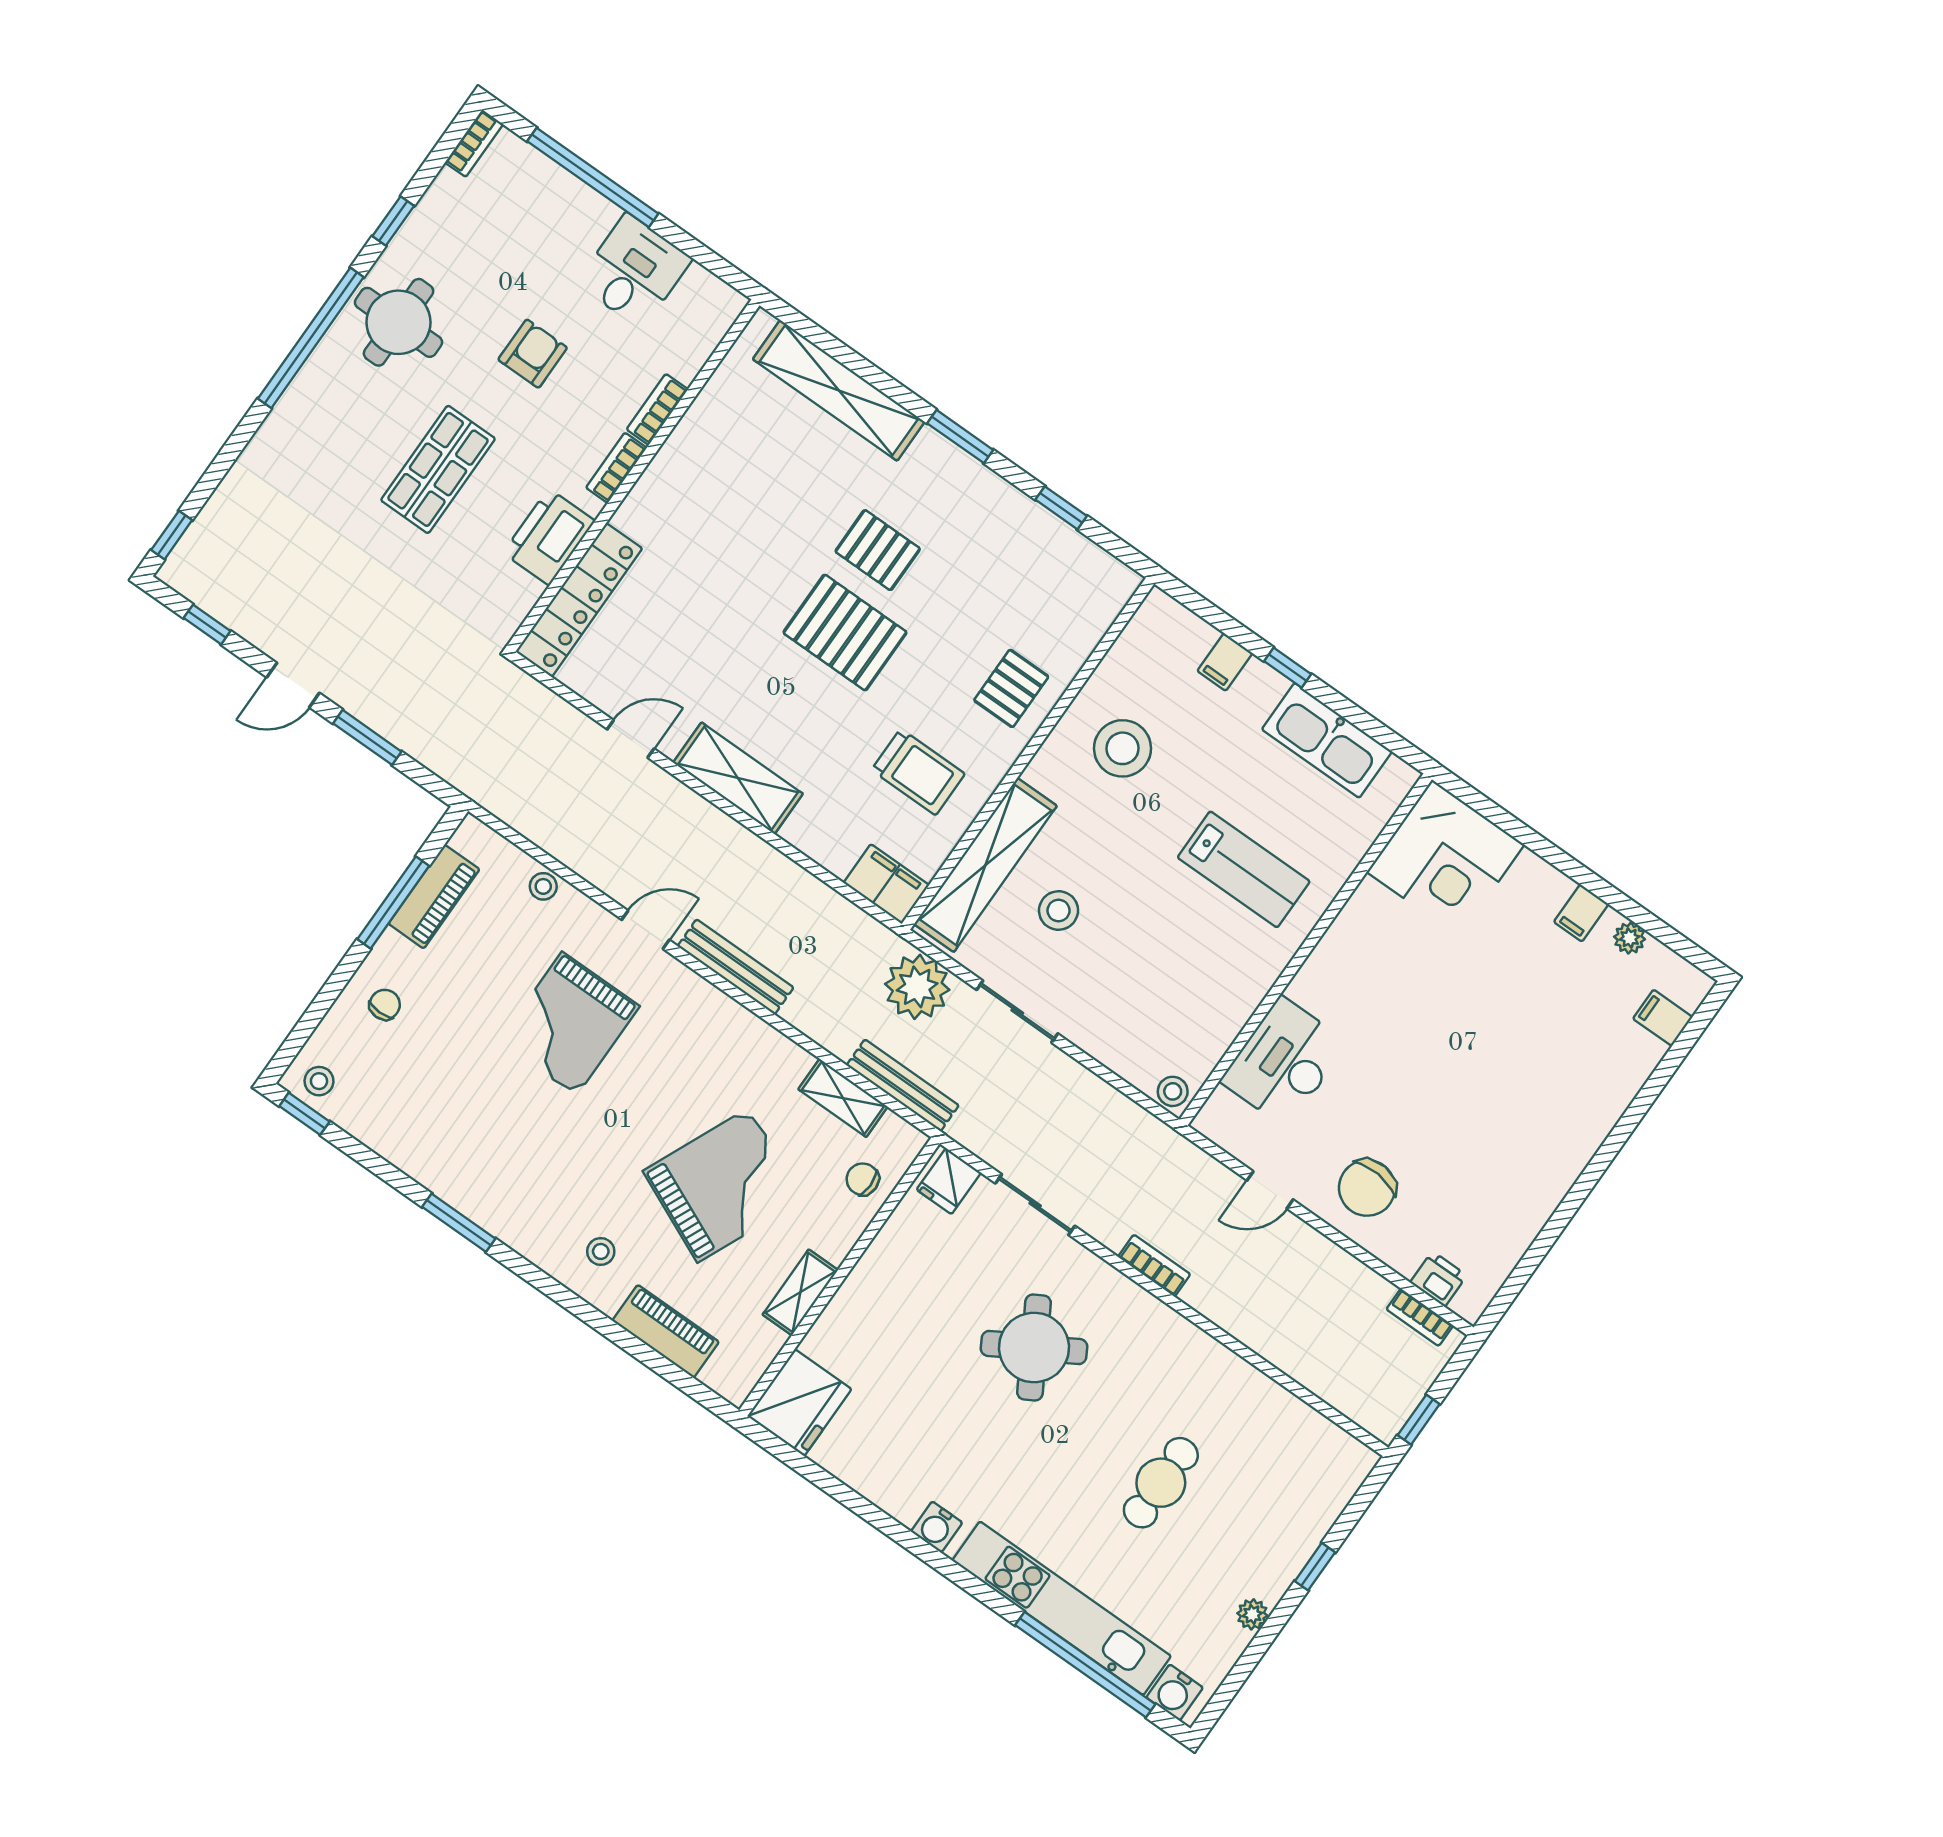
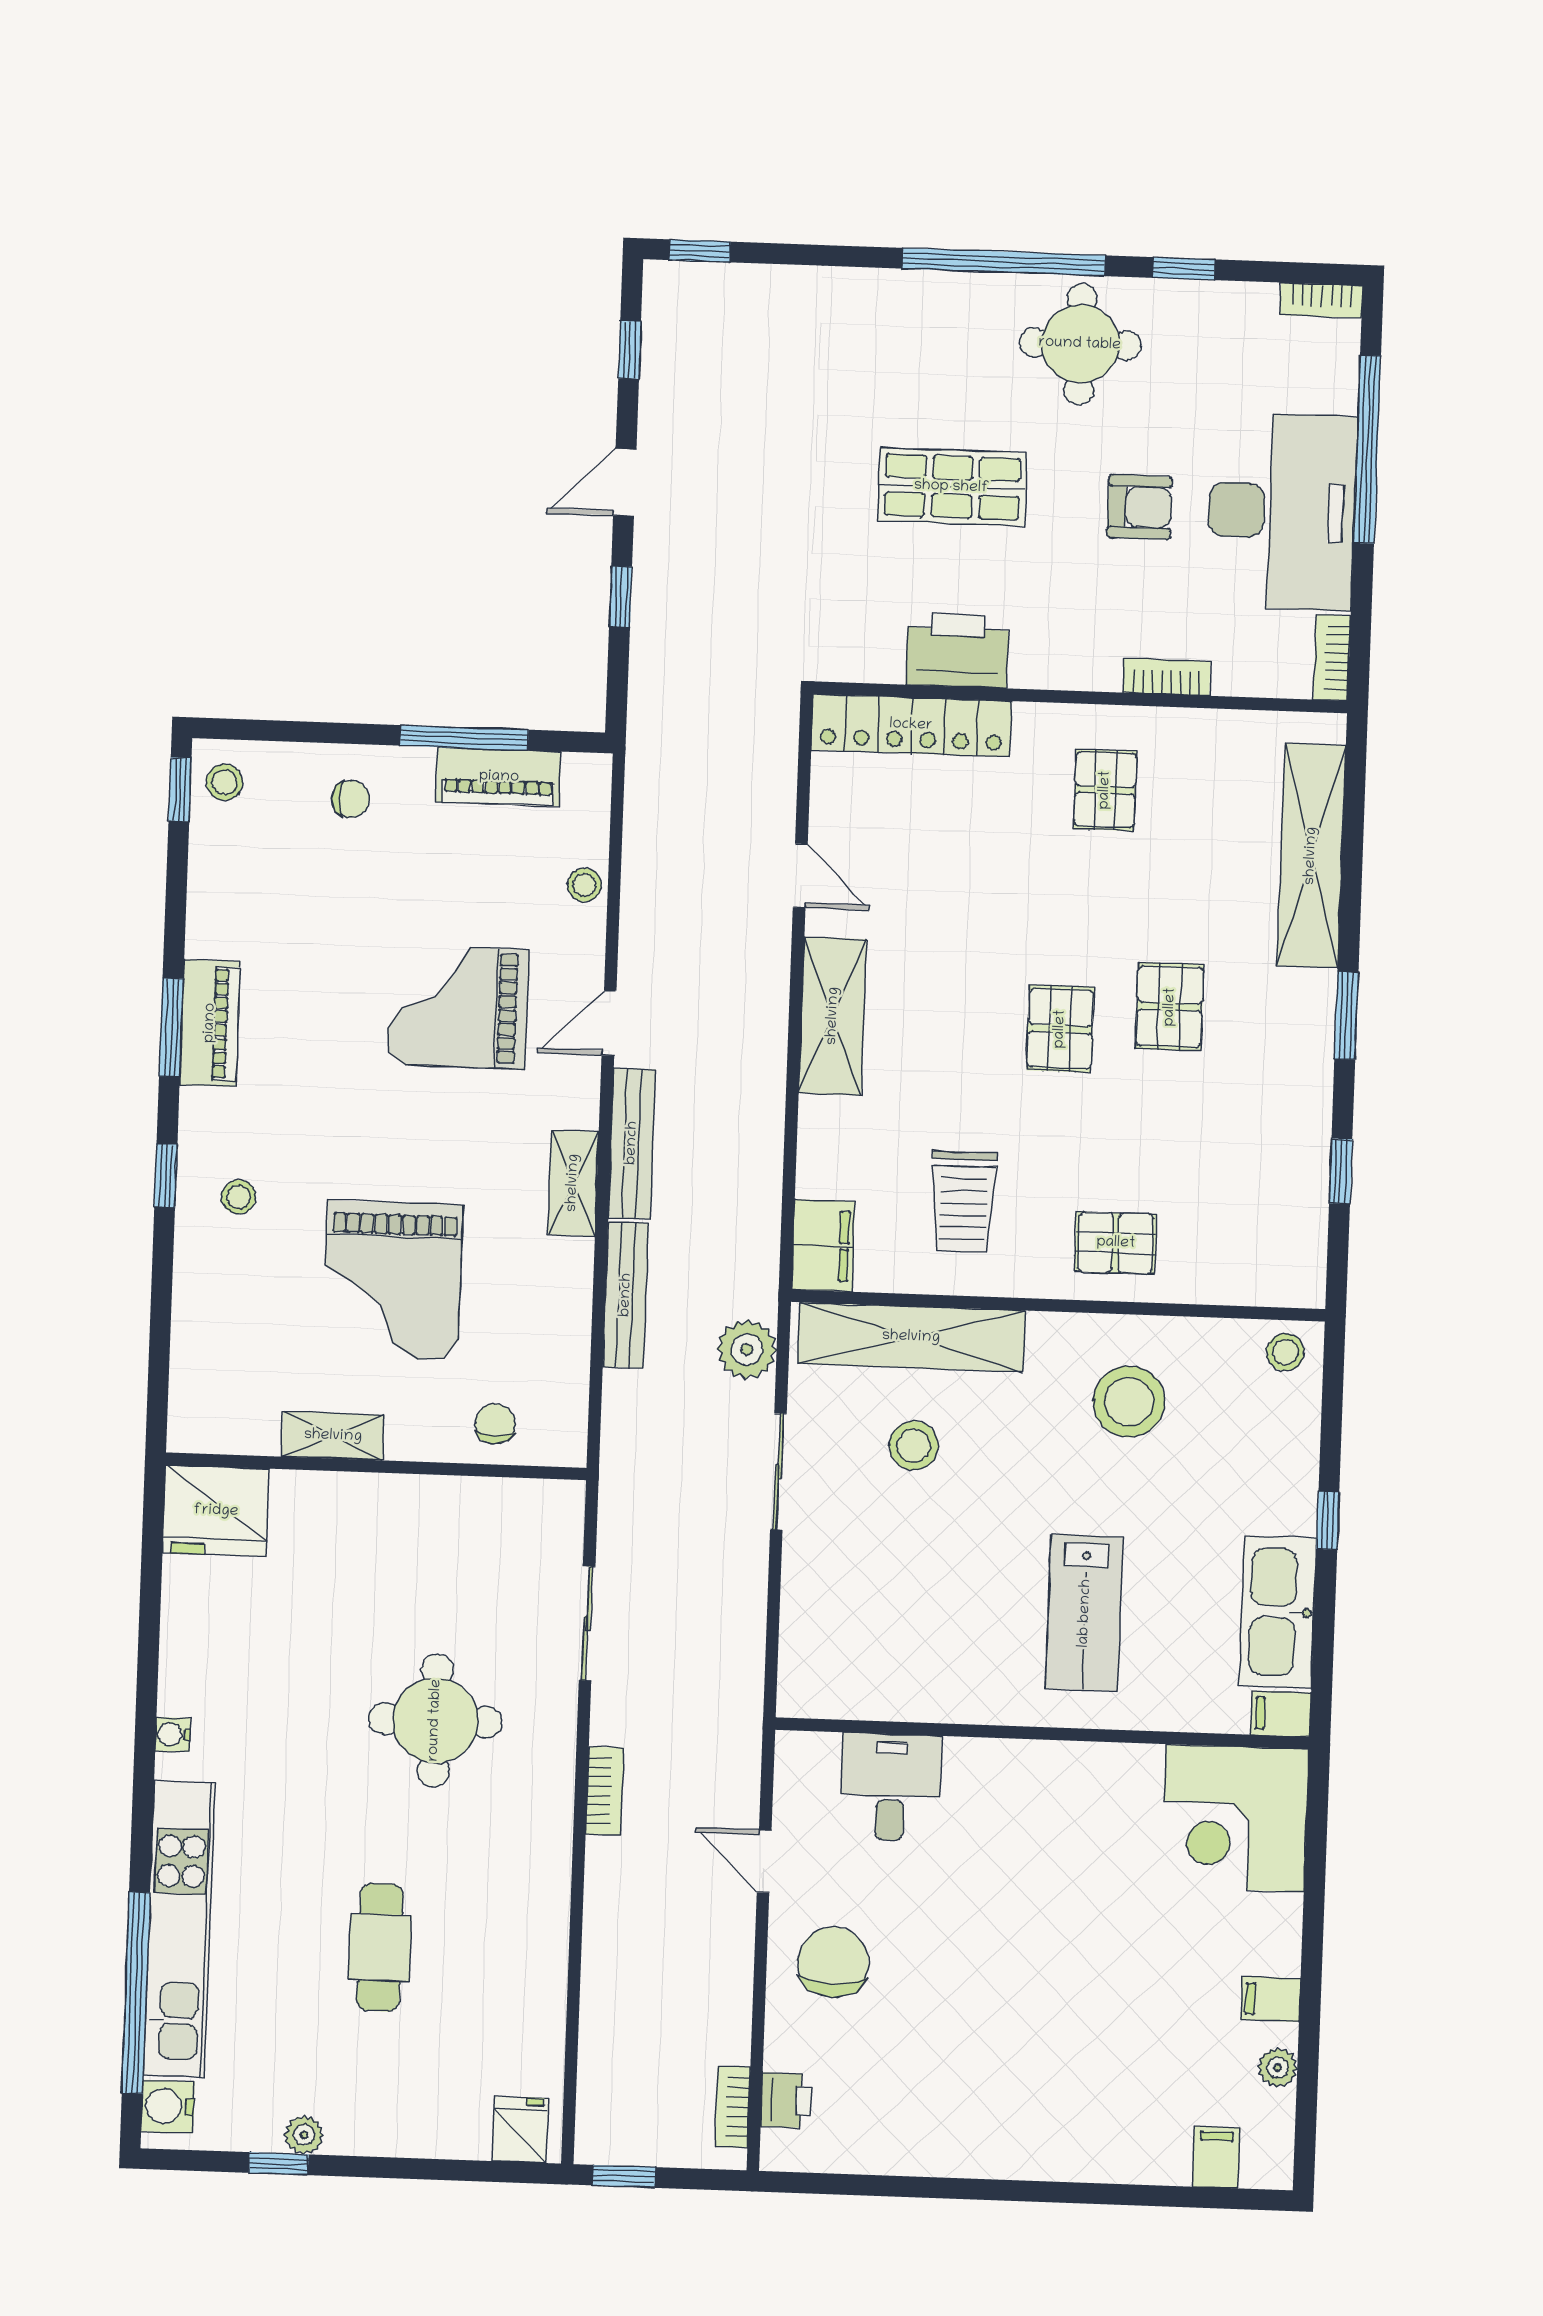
desk: (634, 271) -> (1282, 511), width x1.87, depth x1.30
bookcase: (616, 468) -> (1332, 658), moved, turned -90
pallet: (706, 499) -> (1105, 790), added
pallet: (845, 632) -> (1060, 1029), width x0.67, depth x0.71
filing cabinet: (1225, 662) -> (1281, 1714), moved
door: (293, 685) -> (625, 482), hinge flipped
window: (367, 737) -> (621, 597), width x0.67
door: (646, 930) -> (609, 1023), swing flipped
plant: (917, 987) -> (747, 1349), width x0.73, depth x0.73
desk: (1284, 1062) -> (890, 1787), width x0.73
bench: (903, 1085) -> (626, 1295), moved
stool: (1173, 1091) -> (1285, 1352), moved
shelving: (843, 1098) -> (573, 1183), moved
fridge: (949, 1181) -> (520, 2130), moved, turned 90
grand piano: (723, 1185) -> (393, 1281), turned 66
chair: (1367, 1188) -> (833, 1962), turned 85
window: (555, 1291) -> (166, 1176), added
piano: (666, 1331) -> (210, 1023), moved
round table: (1034, 1347) -> (435, 1720), turned 30
cafe table: (1161, 1483) -> (380, 1947), turned 90
water cooler: (937, 1527) -> (173, 1734), width x0.72, depth x0.72
window: (1315, 1567) -> (279, 2164), moved

